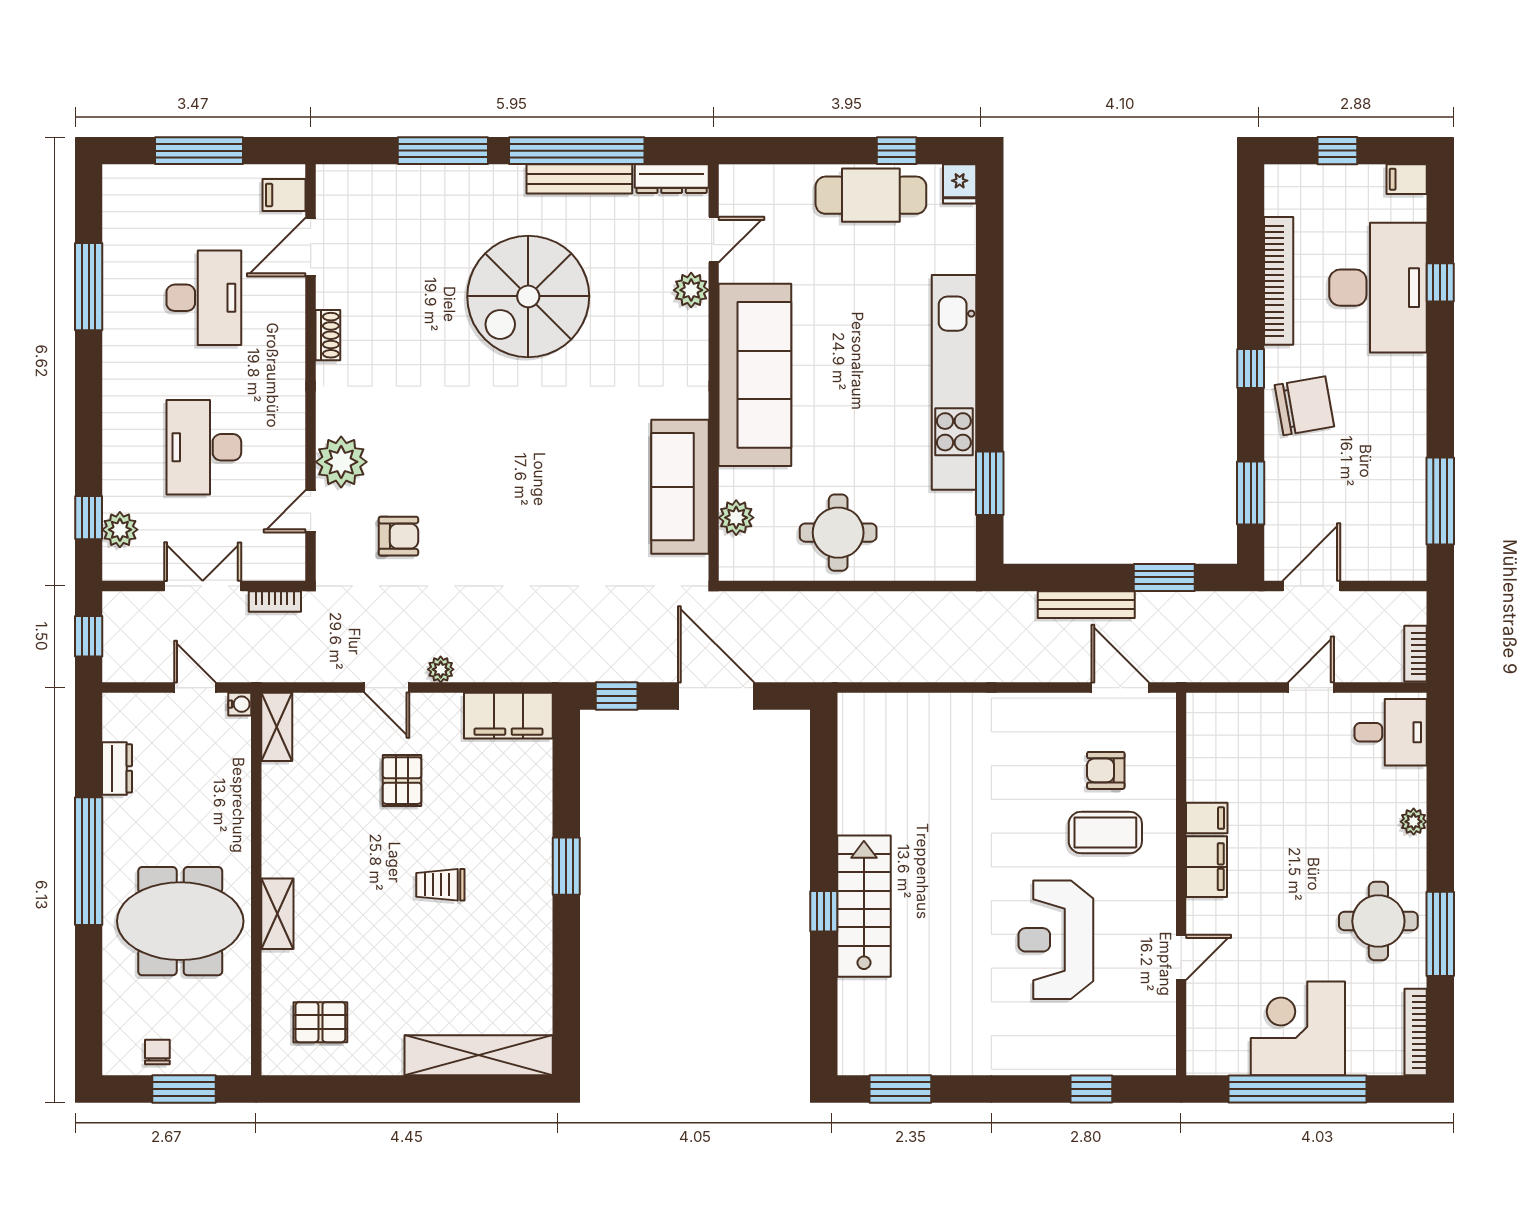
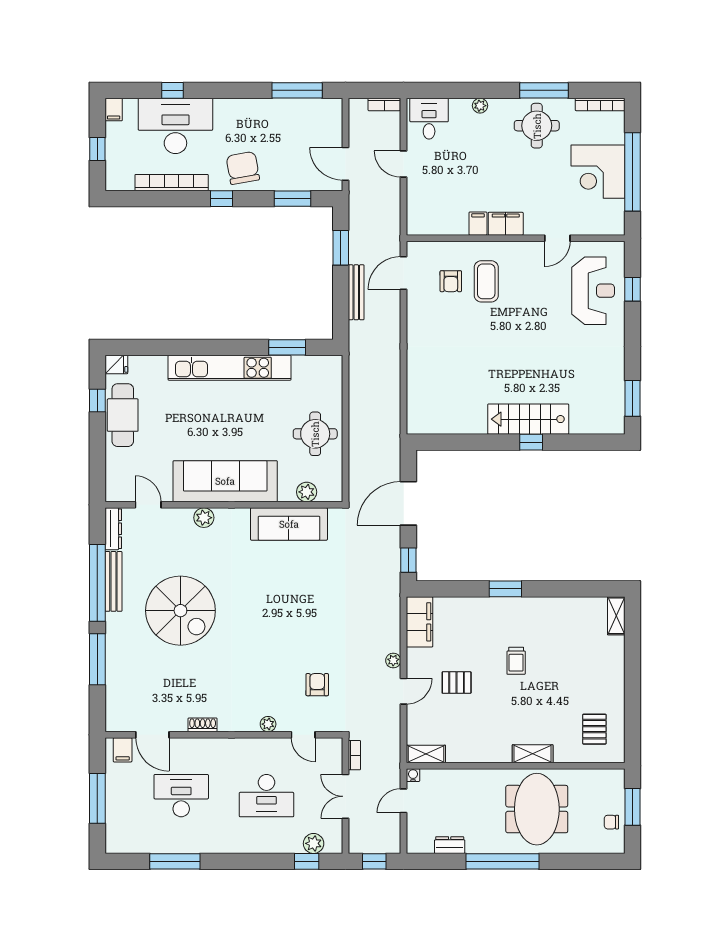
plant: (691, 290) -> (204, 518), moved
plant: (341, 462) -> (268, 724), width x0.53, depth x0.53
reception desk: (1056, 940) -> (593, 291), moved, turned -90
door: (1181, 957) -> (557, 238), swing flipped
shelving: (479, 1055) -> (616, 616), width x0.45, depth x0.75

